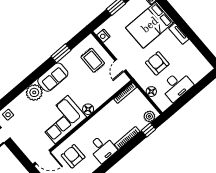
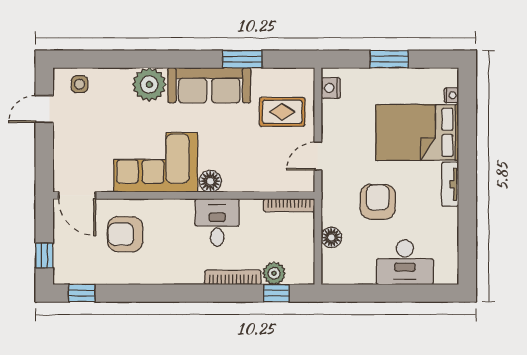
rug: (93, 60) -> (282, 112), turned 90
sofa: (53, 77) -> (209, 85), width x1.36
desk: (177, 86) -> (405, 262), moved
plant: (149, 116) -> (274, 273), moved
desk: (102, 148) -> (217, 222), moved, turned 180
armchair: (73, 156) -> (125, 234), turned -90

